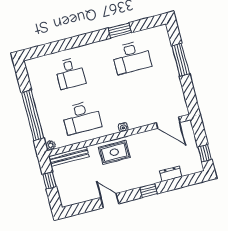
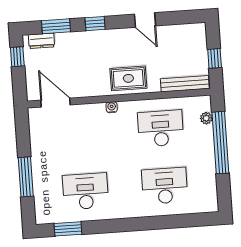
window: (120, 30) -> (68, 229), moved
desk: (70, 73) -> (165, 186), width x1.37
plant: (51, 145) -> (206, 118), moved
dresser: (171, 174) -> (41, 41), moved
window: (179, 183) -> (56, 26), added

